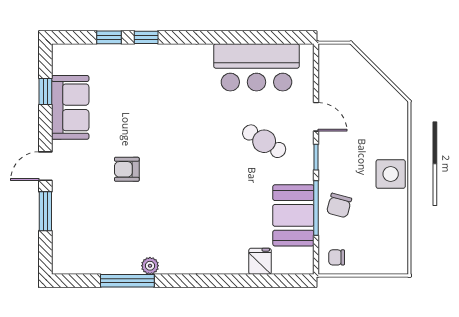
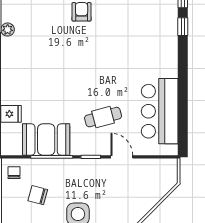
door: (316, 117) -> (122, 157), swing flipped
cafe table: (264, 141) -> (103, 117), turned 43
chair: (339, 205) -> (38, 195), moved

